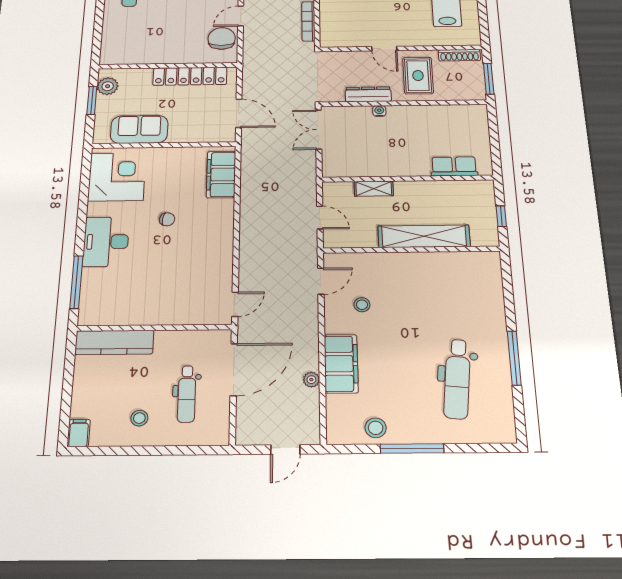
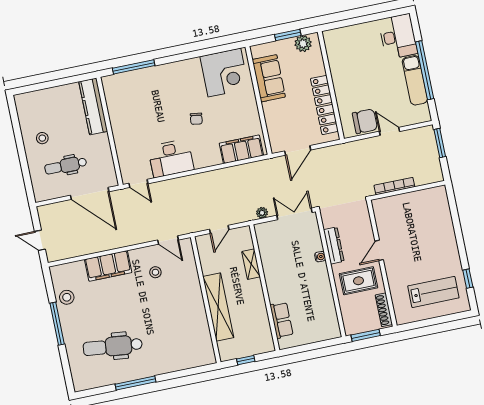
desk: (106, 242) -> (171, 158), moved, turned 180
plant: (311, 380) -> (262, 213), moved
filing cabinet: (79, 433) -> (24, 100), removed

